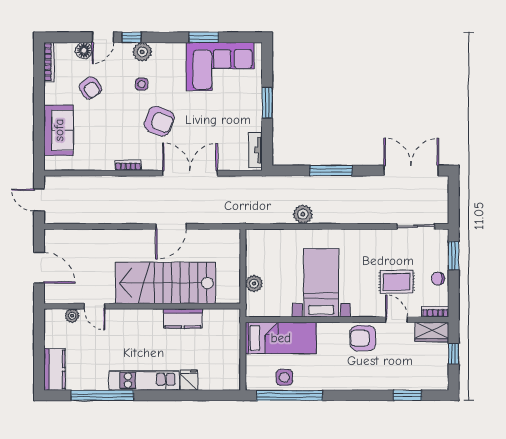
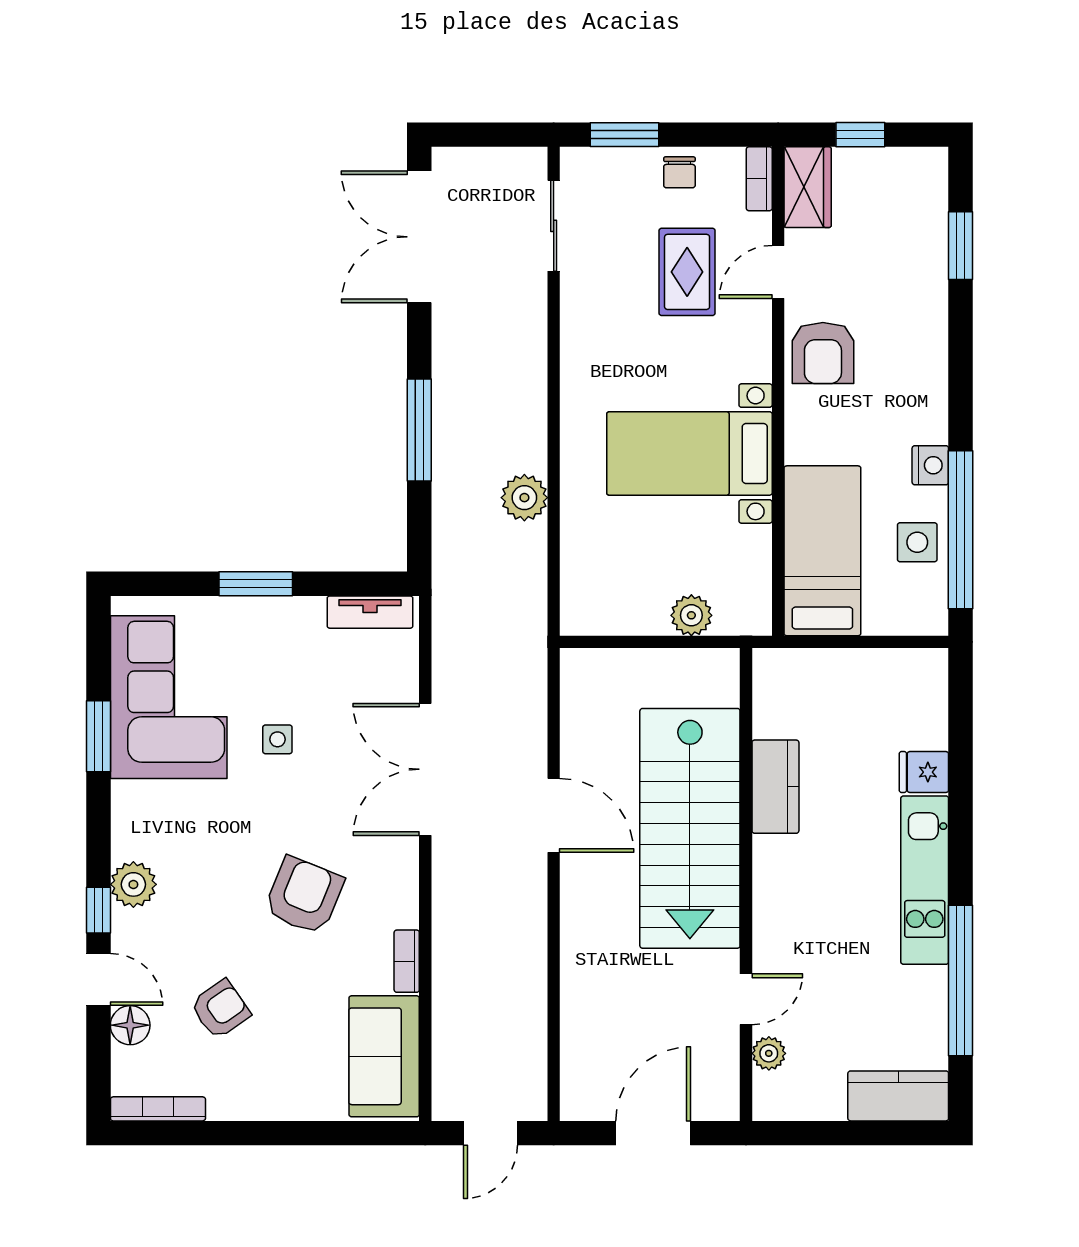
side table: (142, 84) -> (277, 739), moved
armchair: (159, 121) -> (304, 896), moved
sofa: (59, 130) -> (384, 1056), moved, turned -90
bookcase: (128, 165) -> (407, 961), moved
nightstand: (316, 383) -> (930, 465), added

